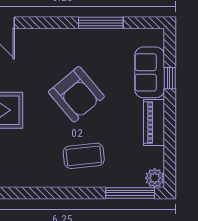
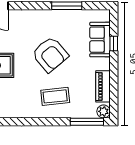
piano: (154, 123) -> (103, 86), moved

